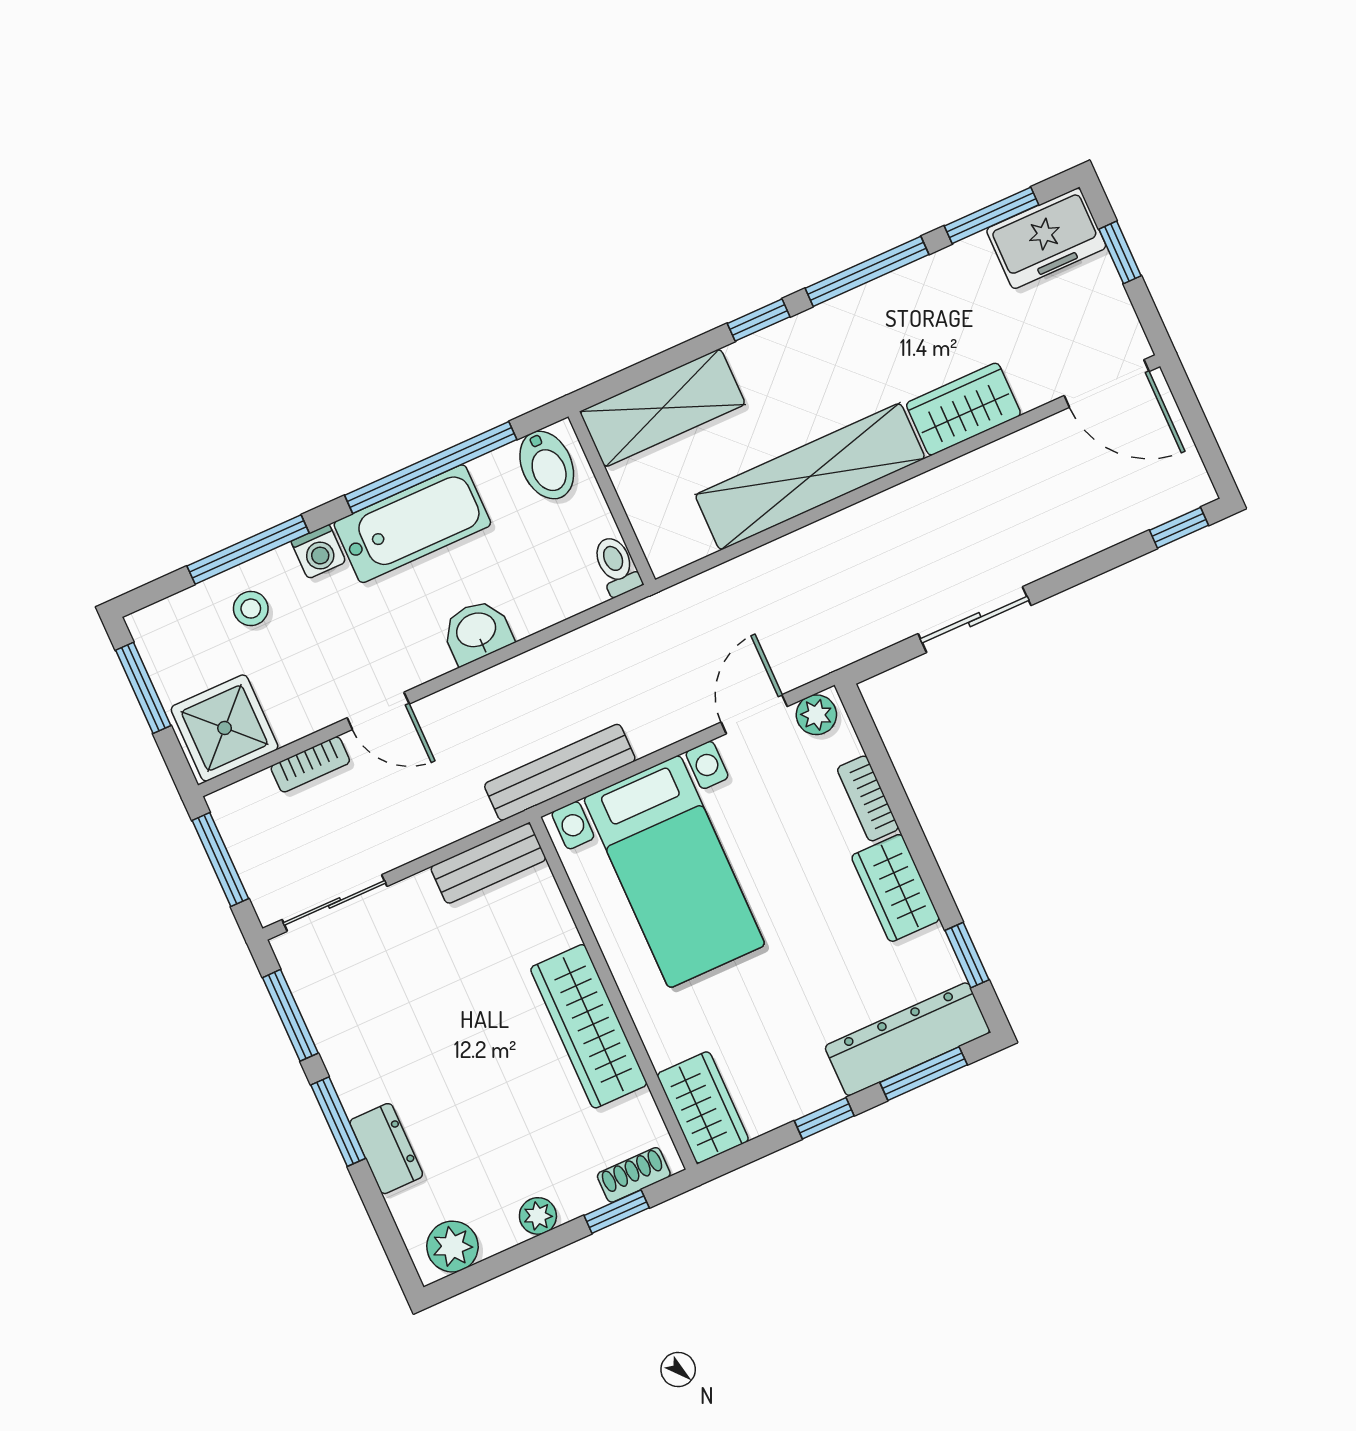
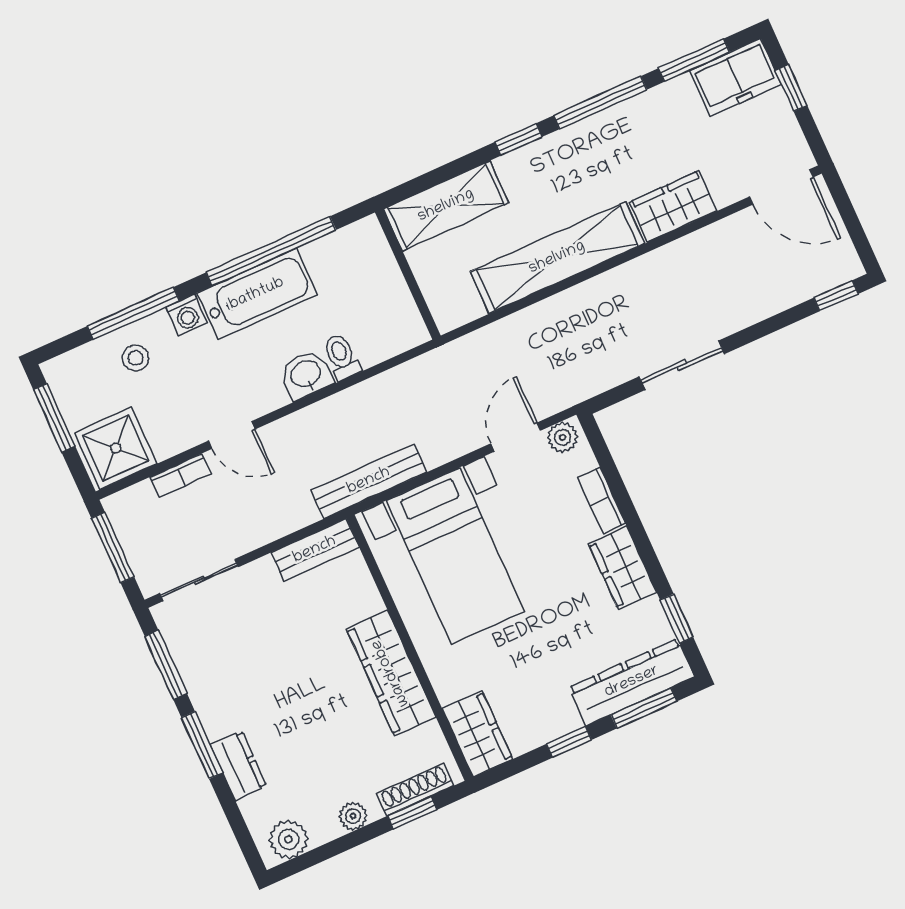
bidet: (547, 465) -> (359, 249), removed
toilet: (616, 566) -> (342, 357), moved
shoe rack: (634, 1175) -> (415, 790), width x1.43

